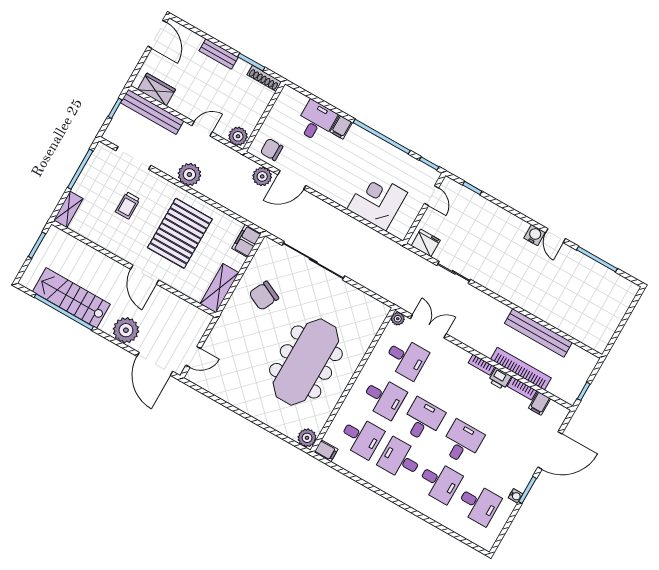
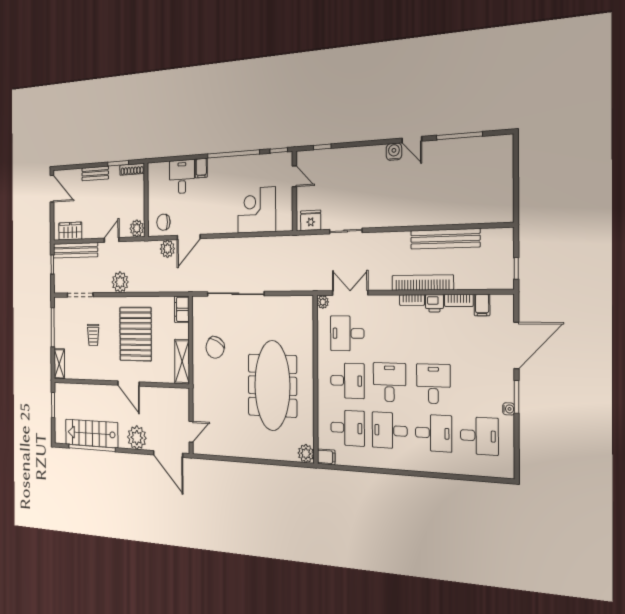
desk: (406, 358) -> (347, 333), turned 180
bookcase: (521, 369) -> (422, 283), moved

